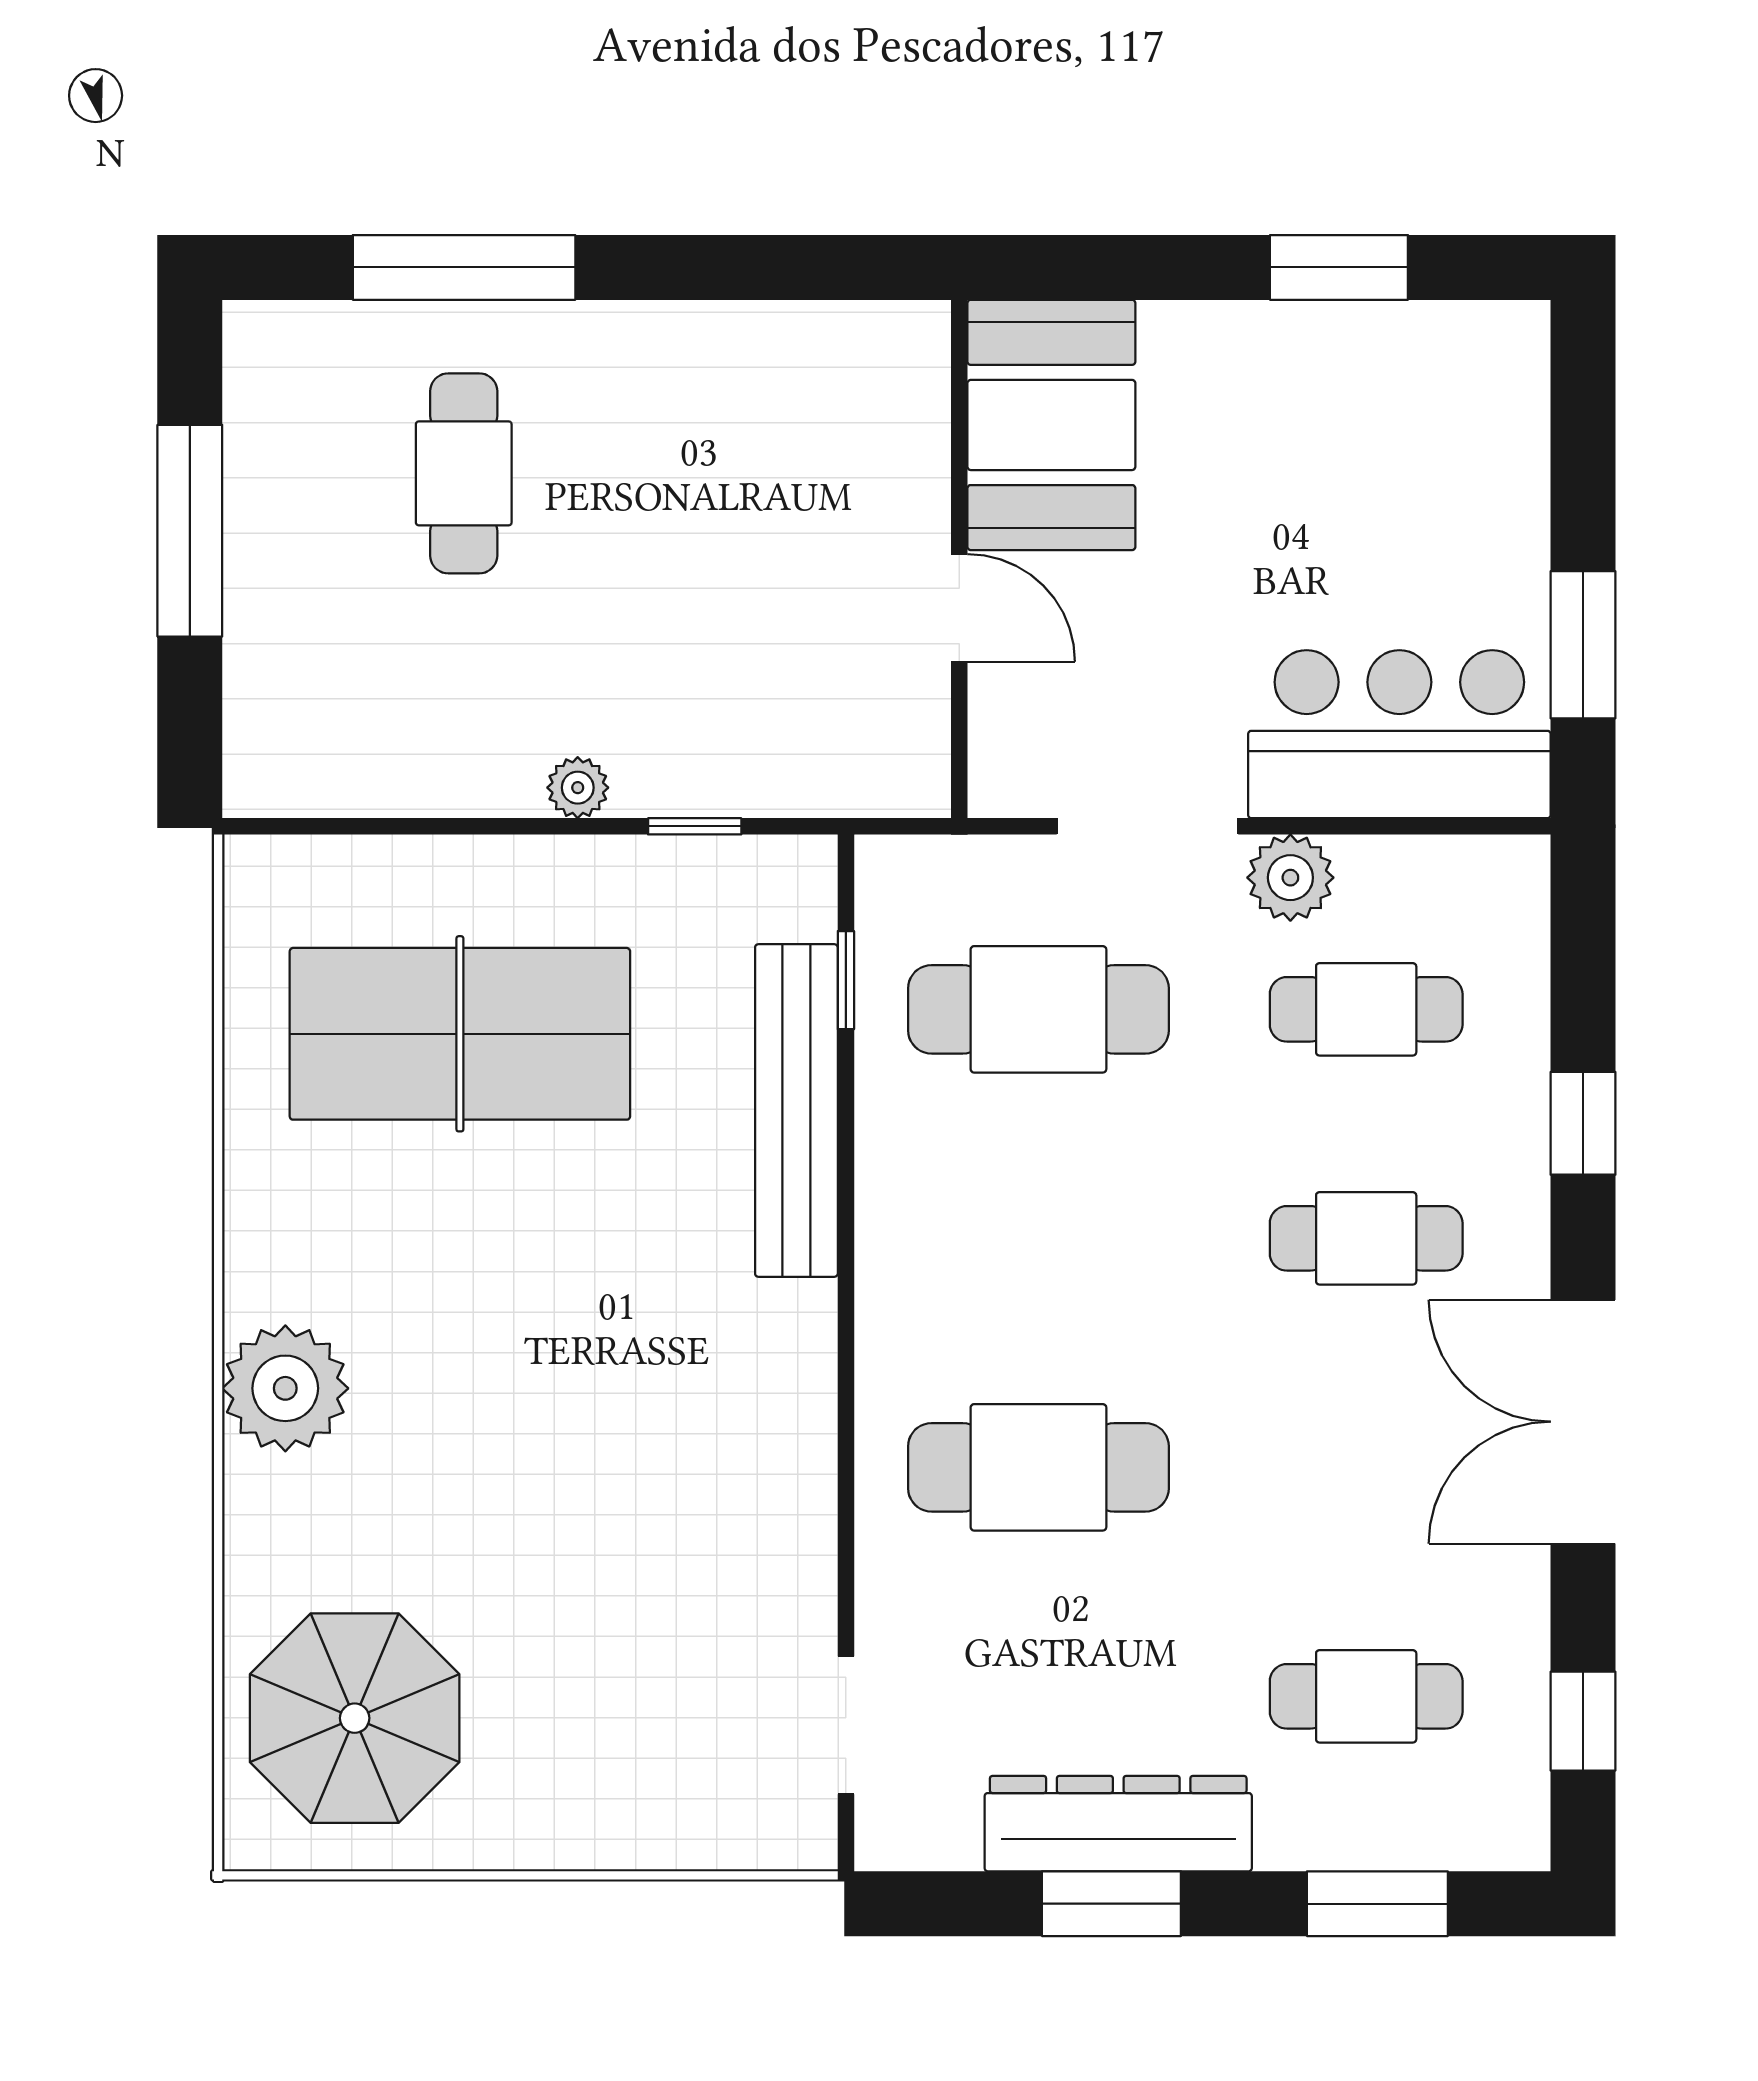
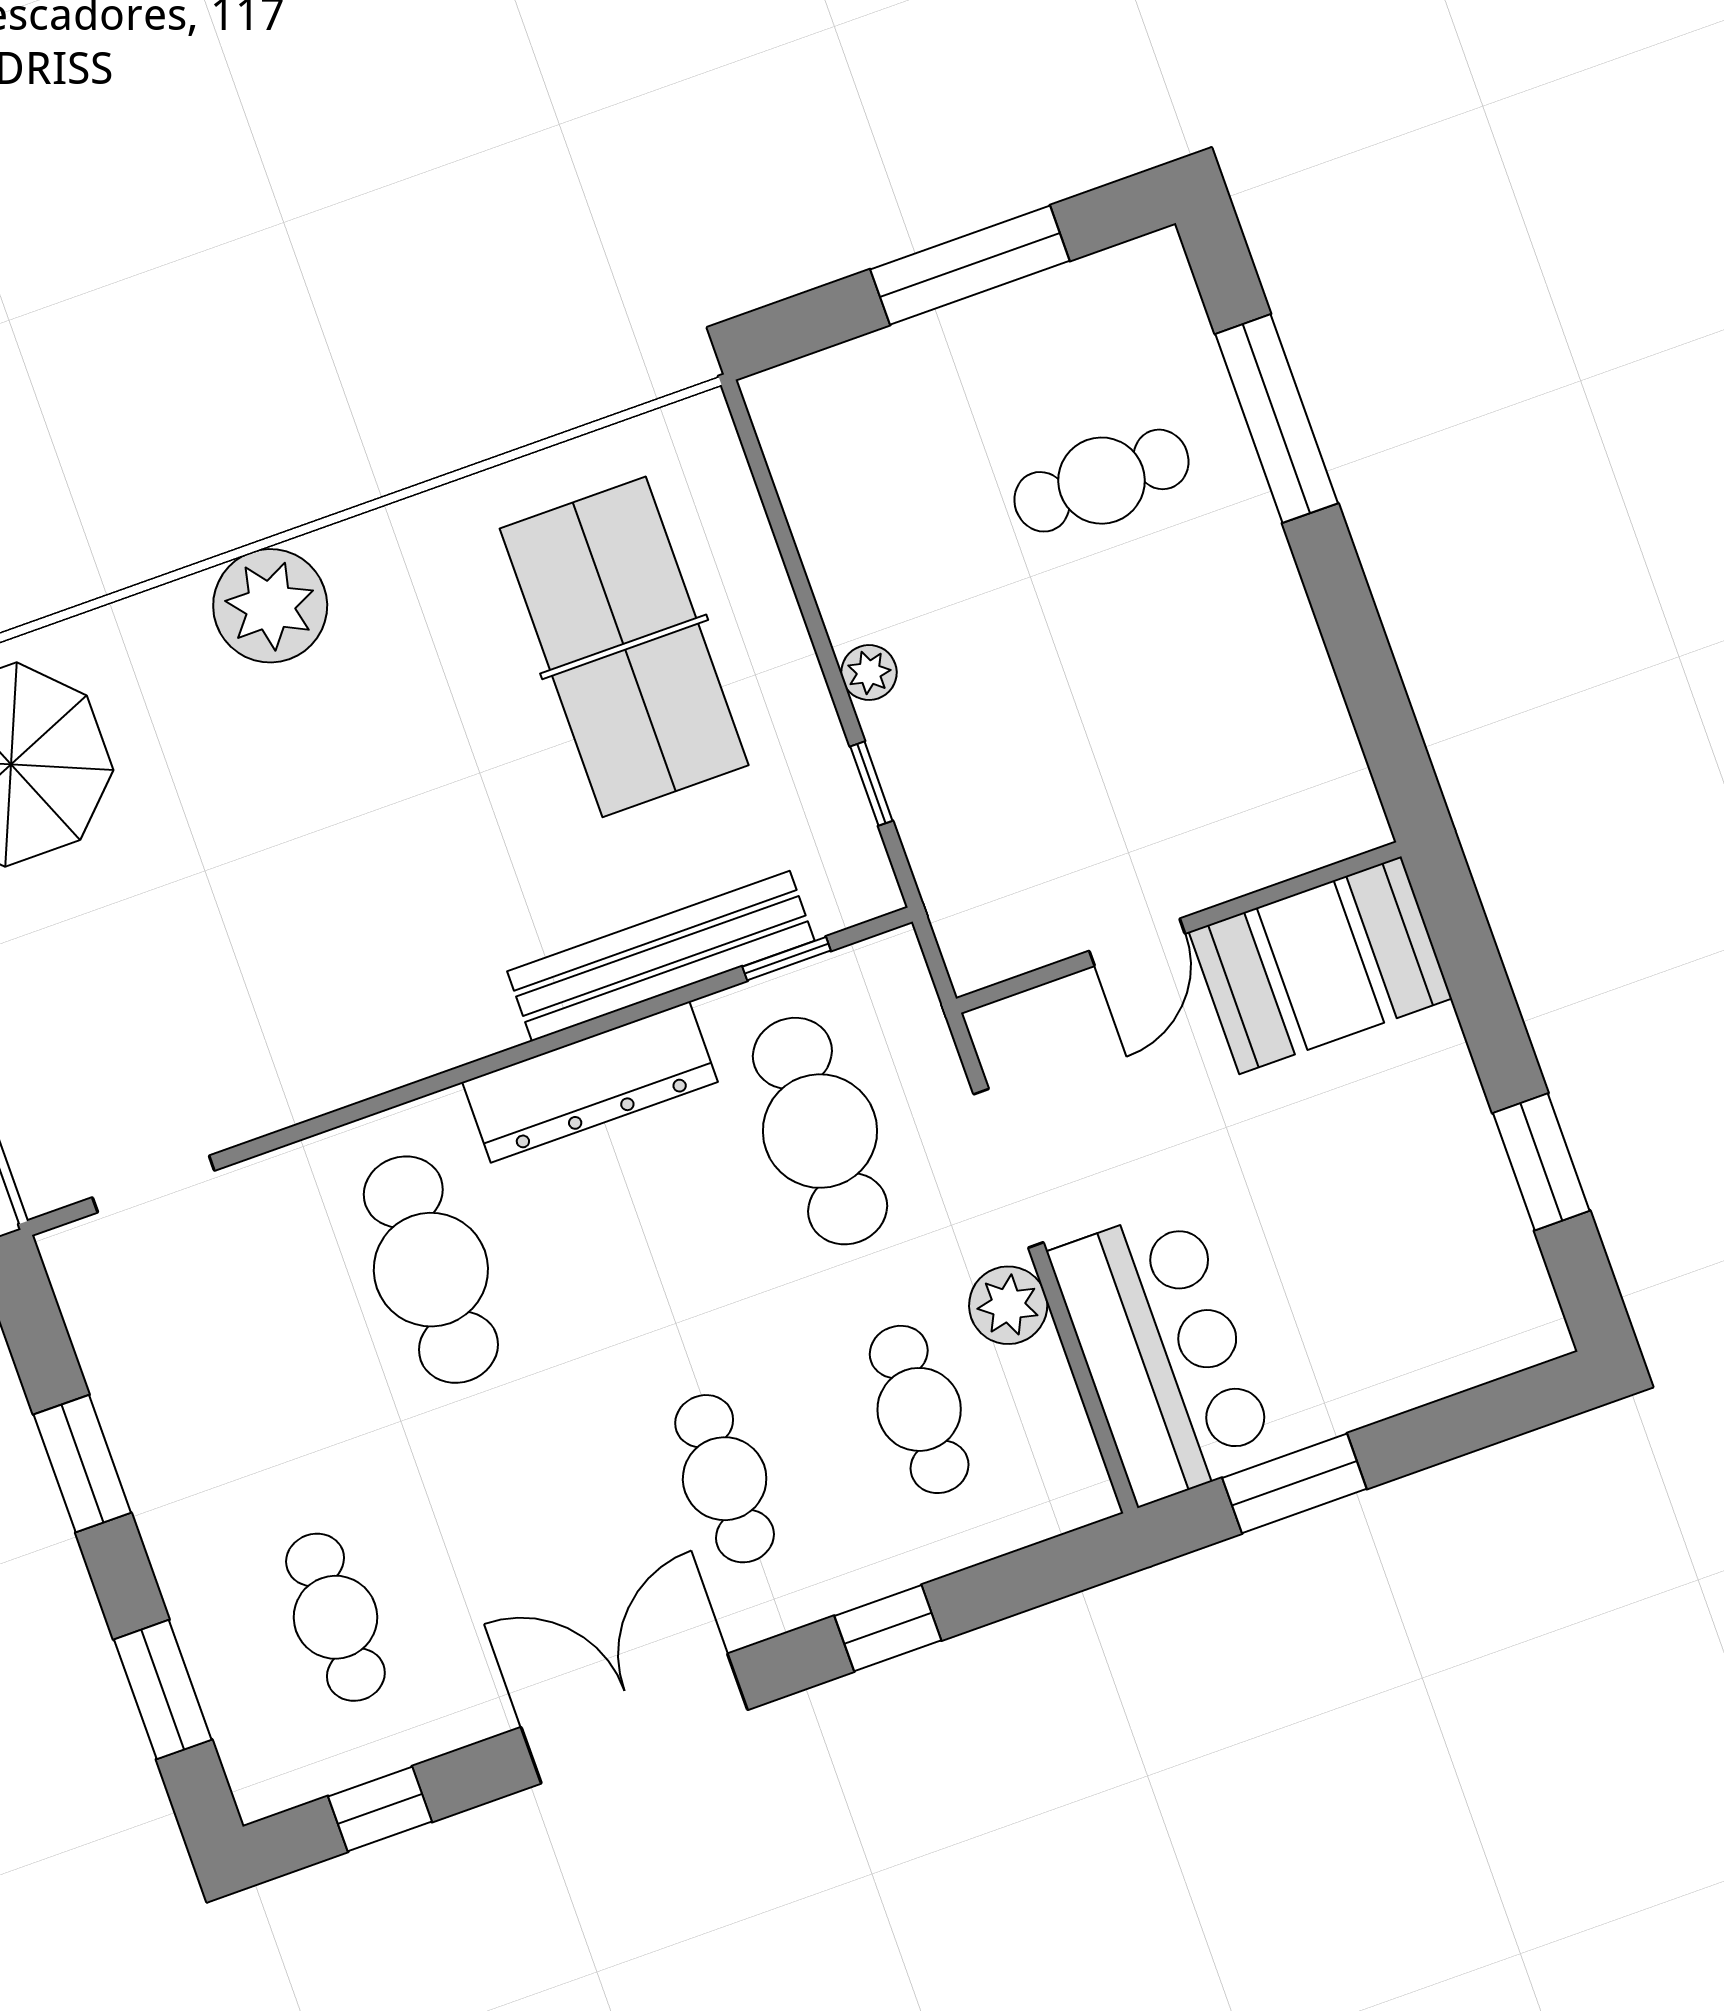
dresser: (1118, 1824) -> (590, 1082), moved, turned 90

